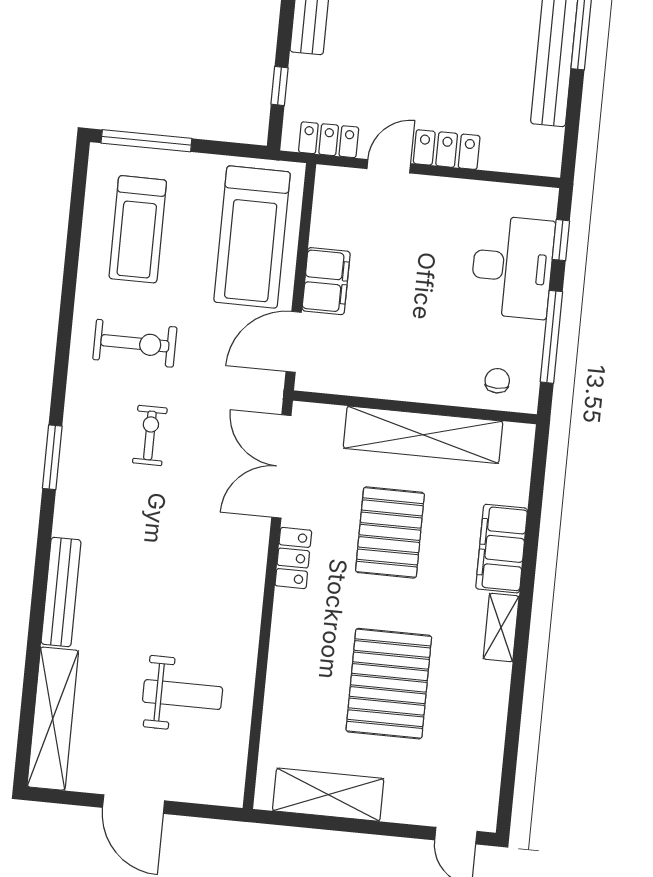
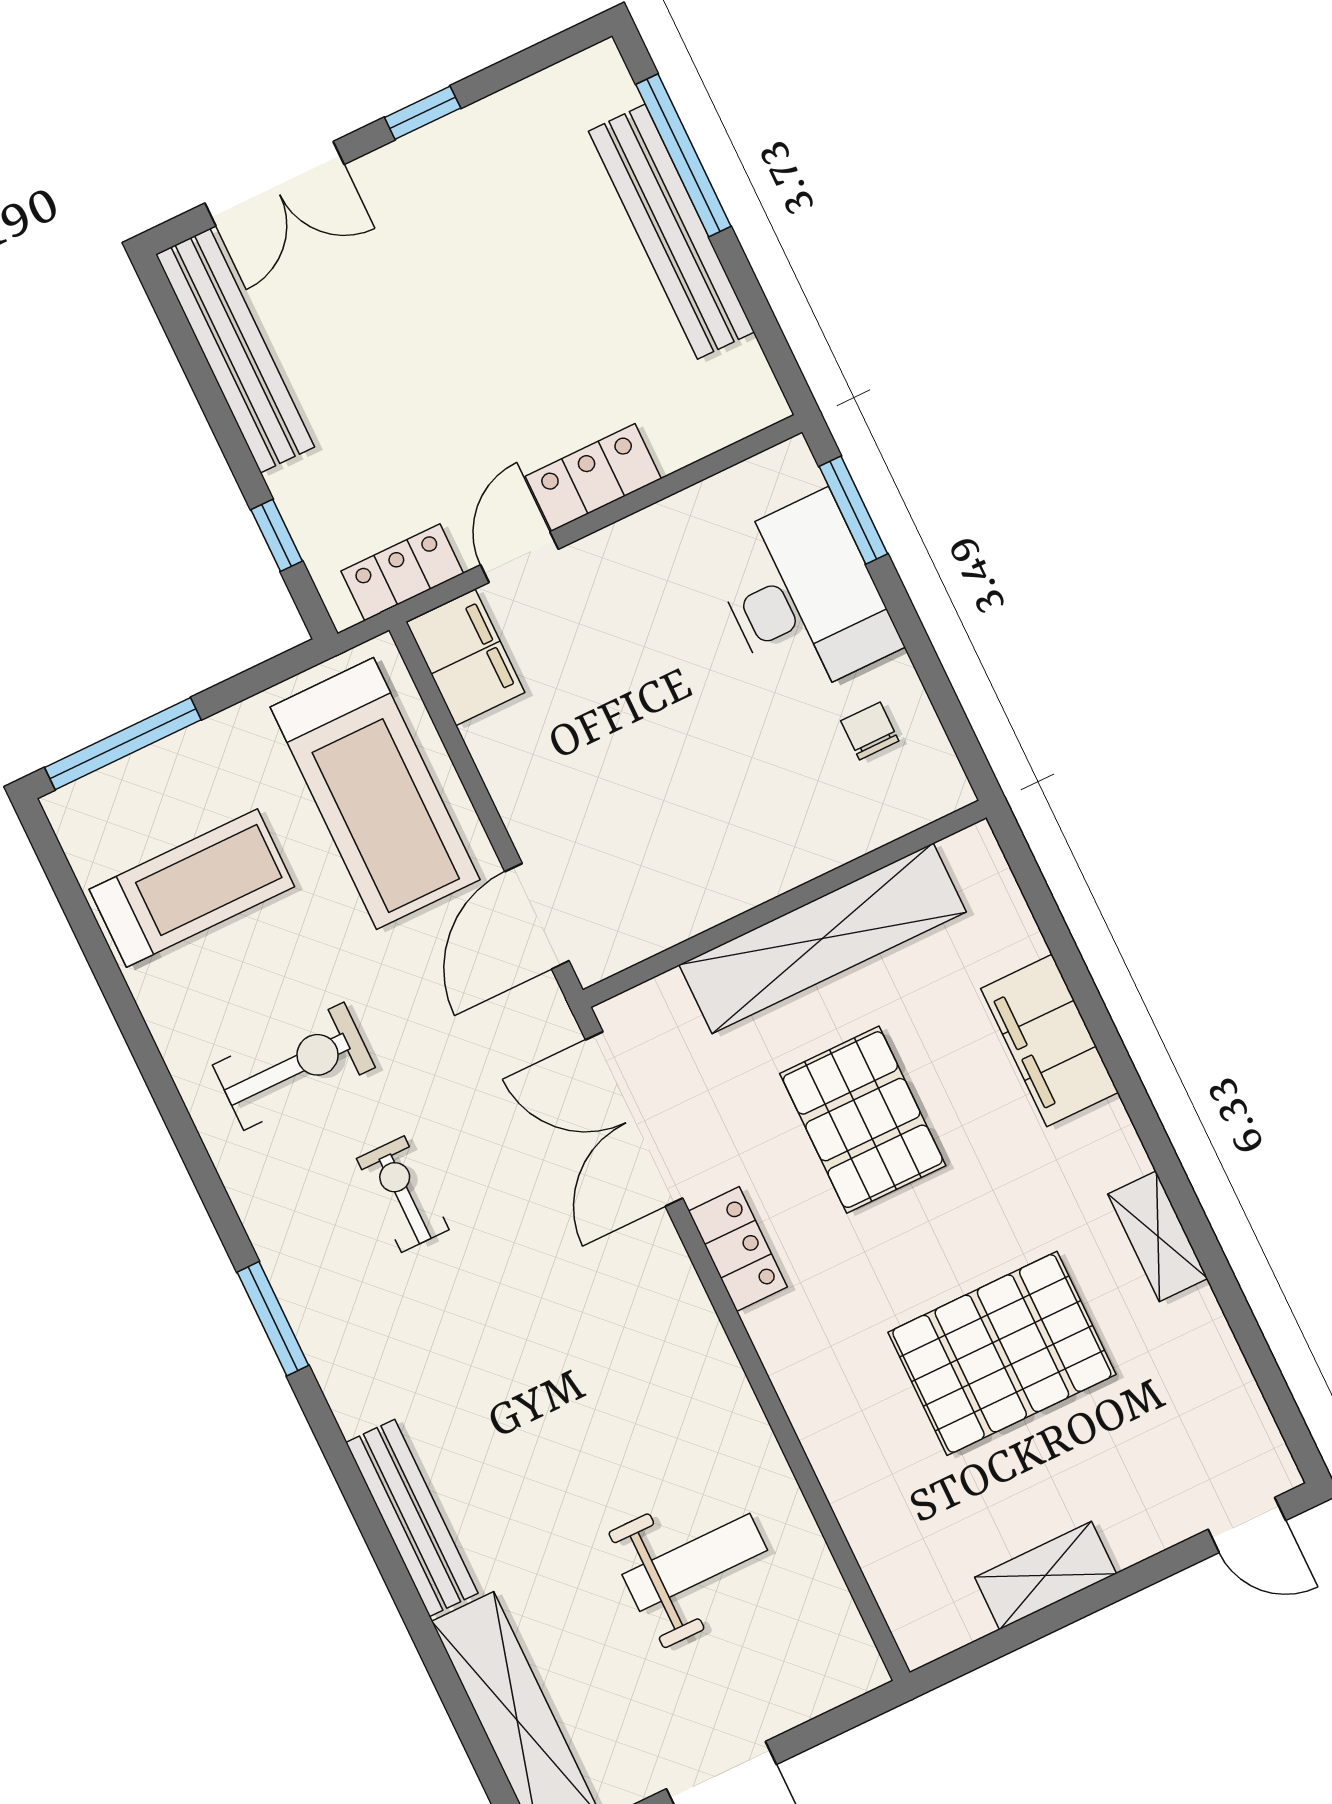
treadmill: (138, 229) -> (192, 888), turned -90
window: (561, 240) -> (853, 510), width x1.50
filing cabinet: (326, 281) -> (466, 657), moved
window: (551, 337) -> (929, 668), removed
chair: (497, 381) -> (870, 731), moved
shelving: (501, 628) -> (1158, 1236), moved
pallet: (389, 684) -> (1002, 1353), turned 90
shelving: (328, 795) -> (1046, 1576), width x0.67, depth x0.75

